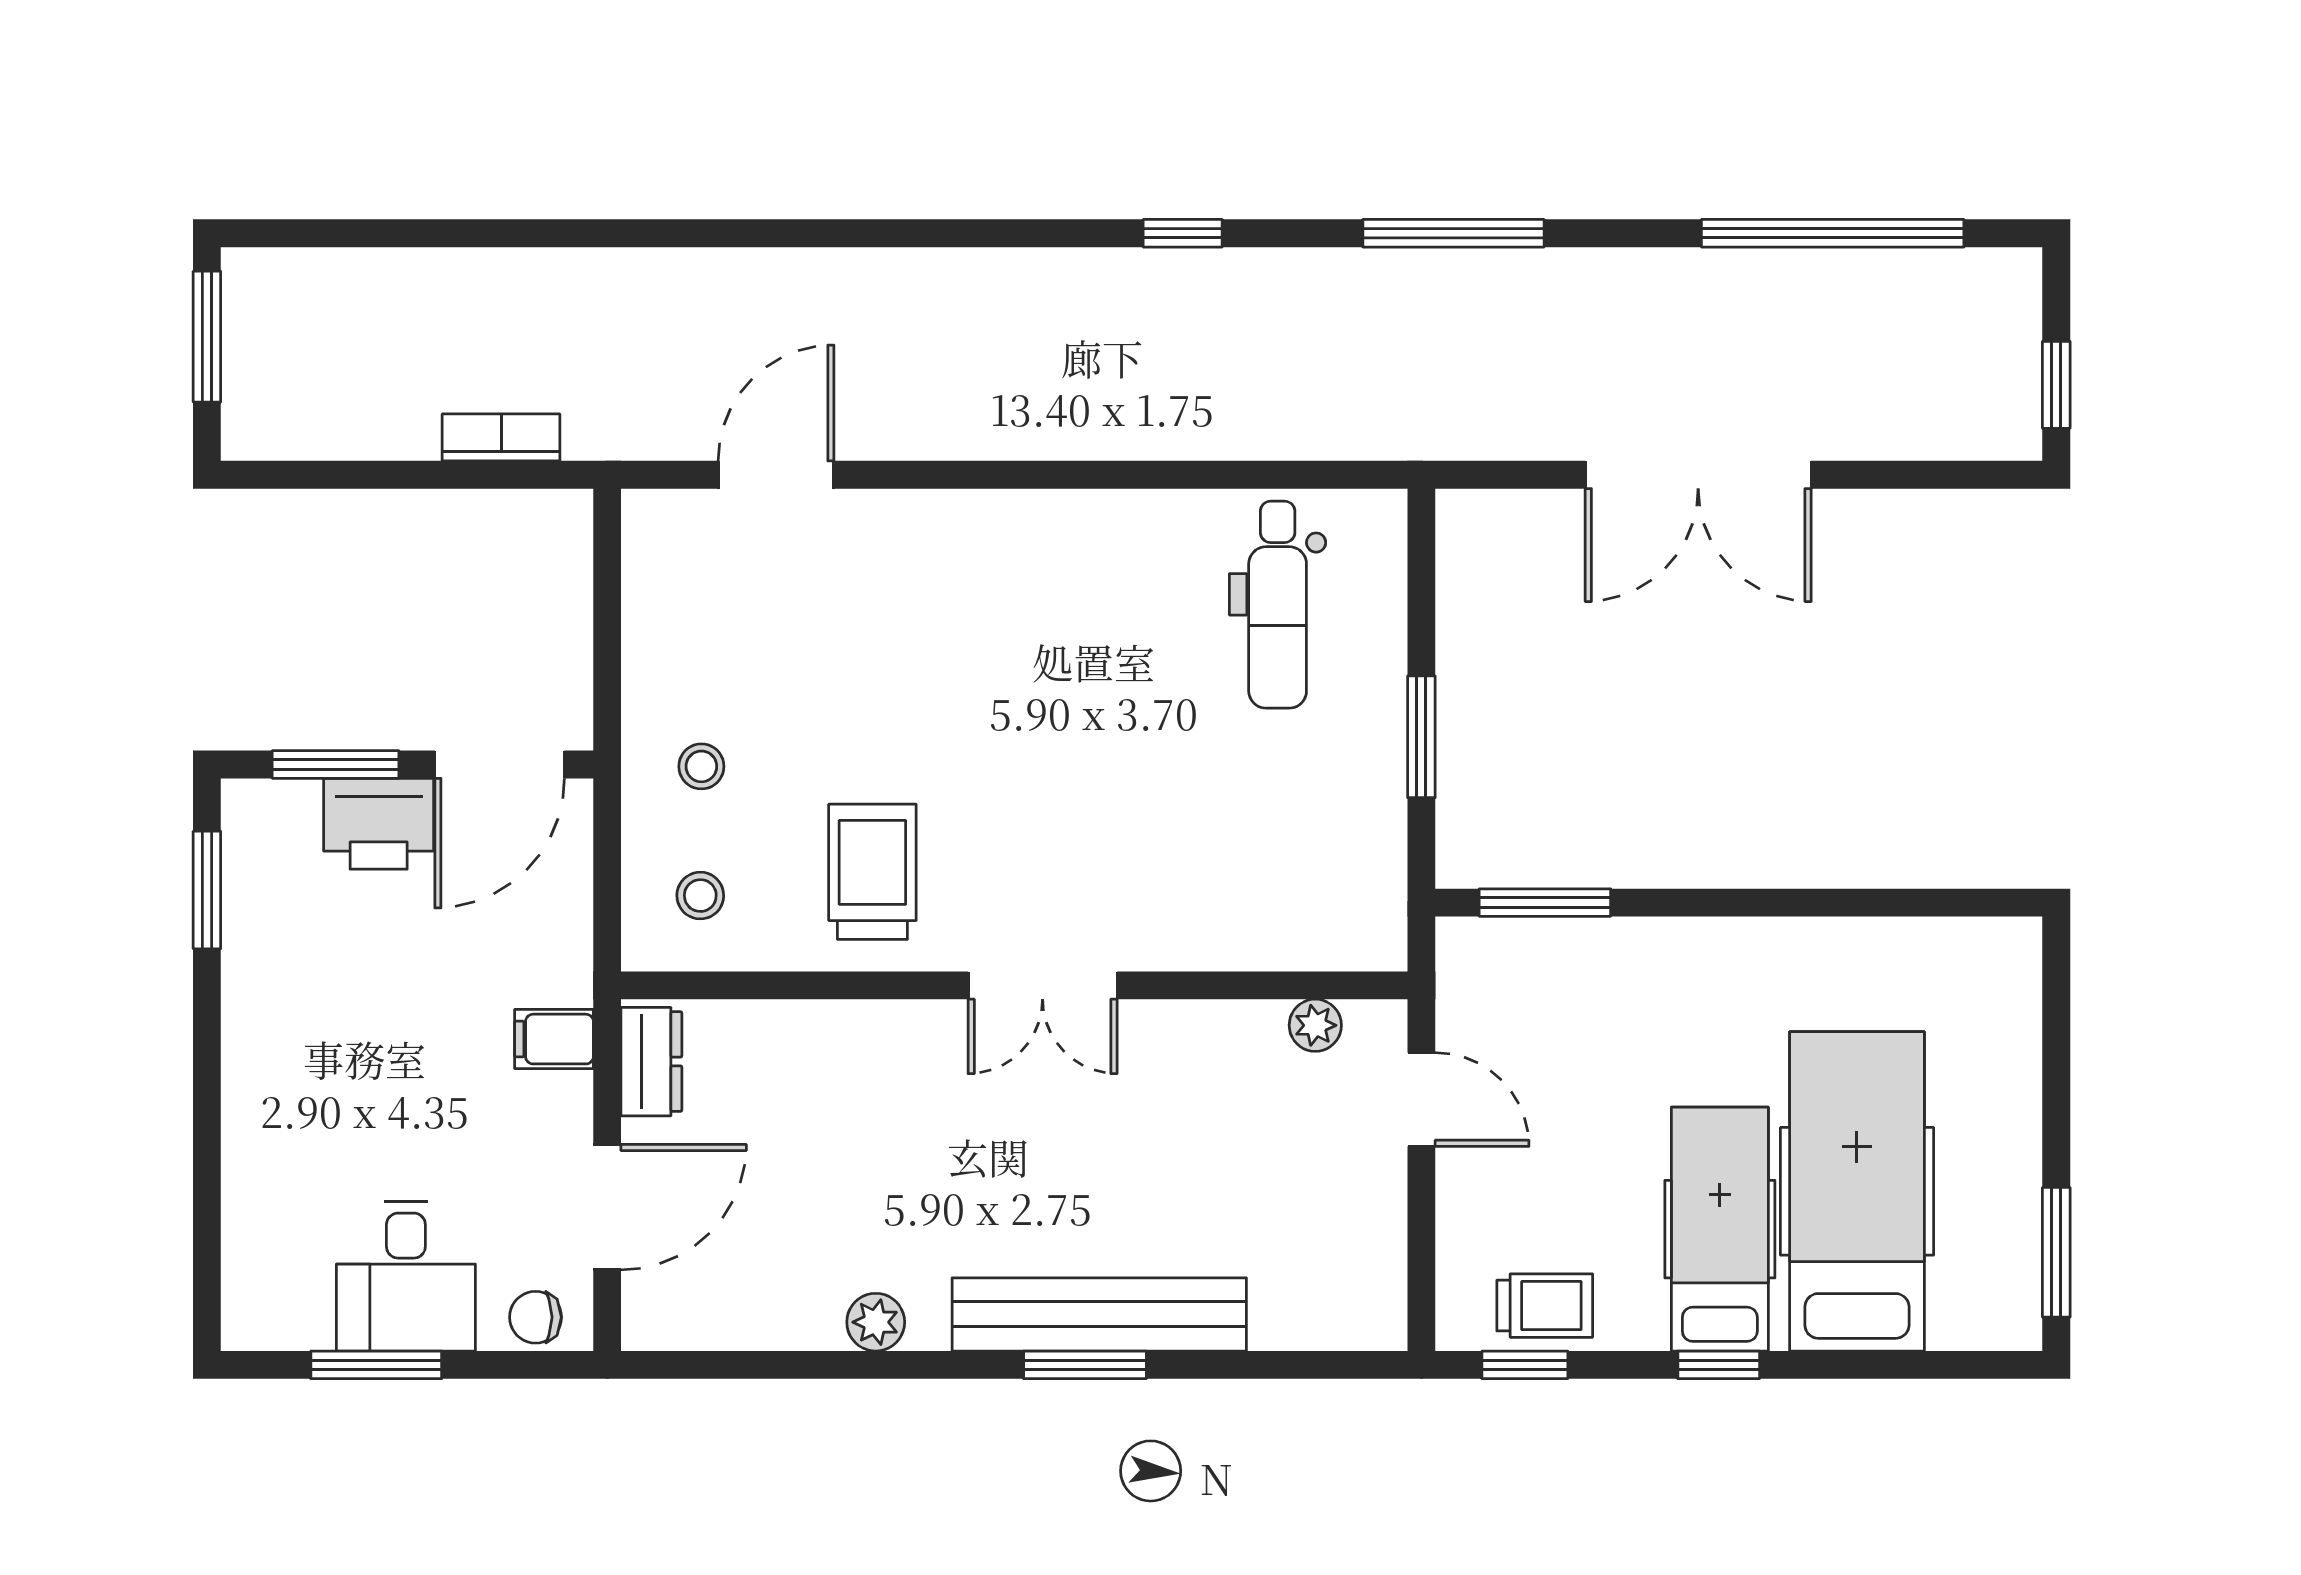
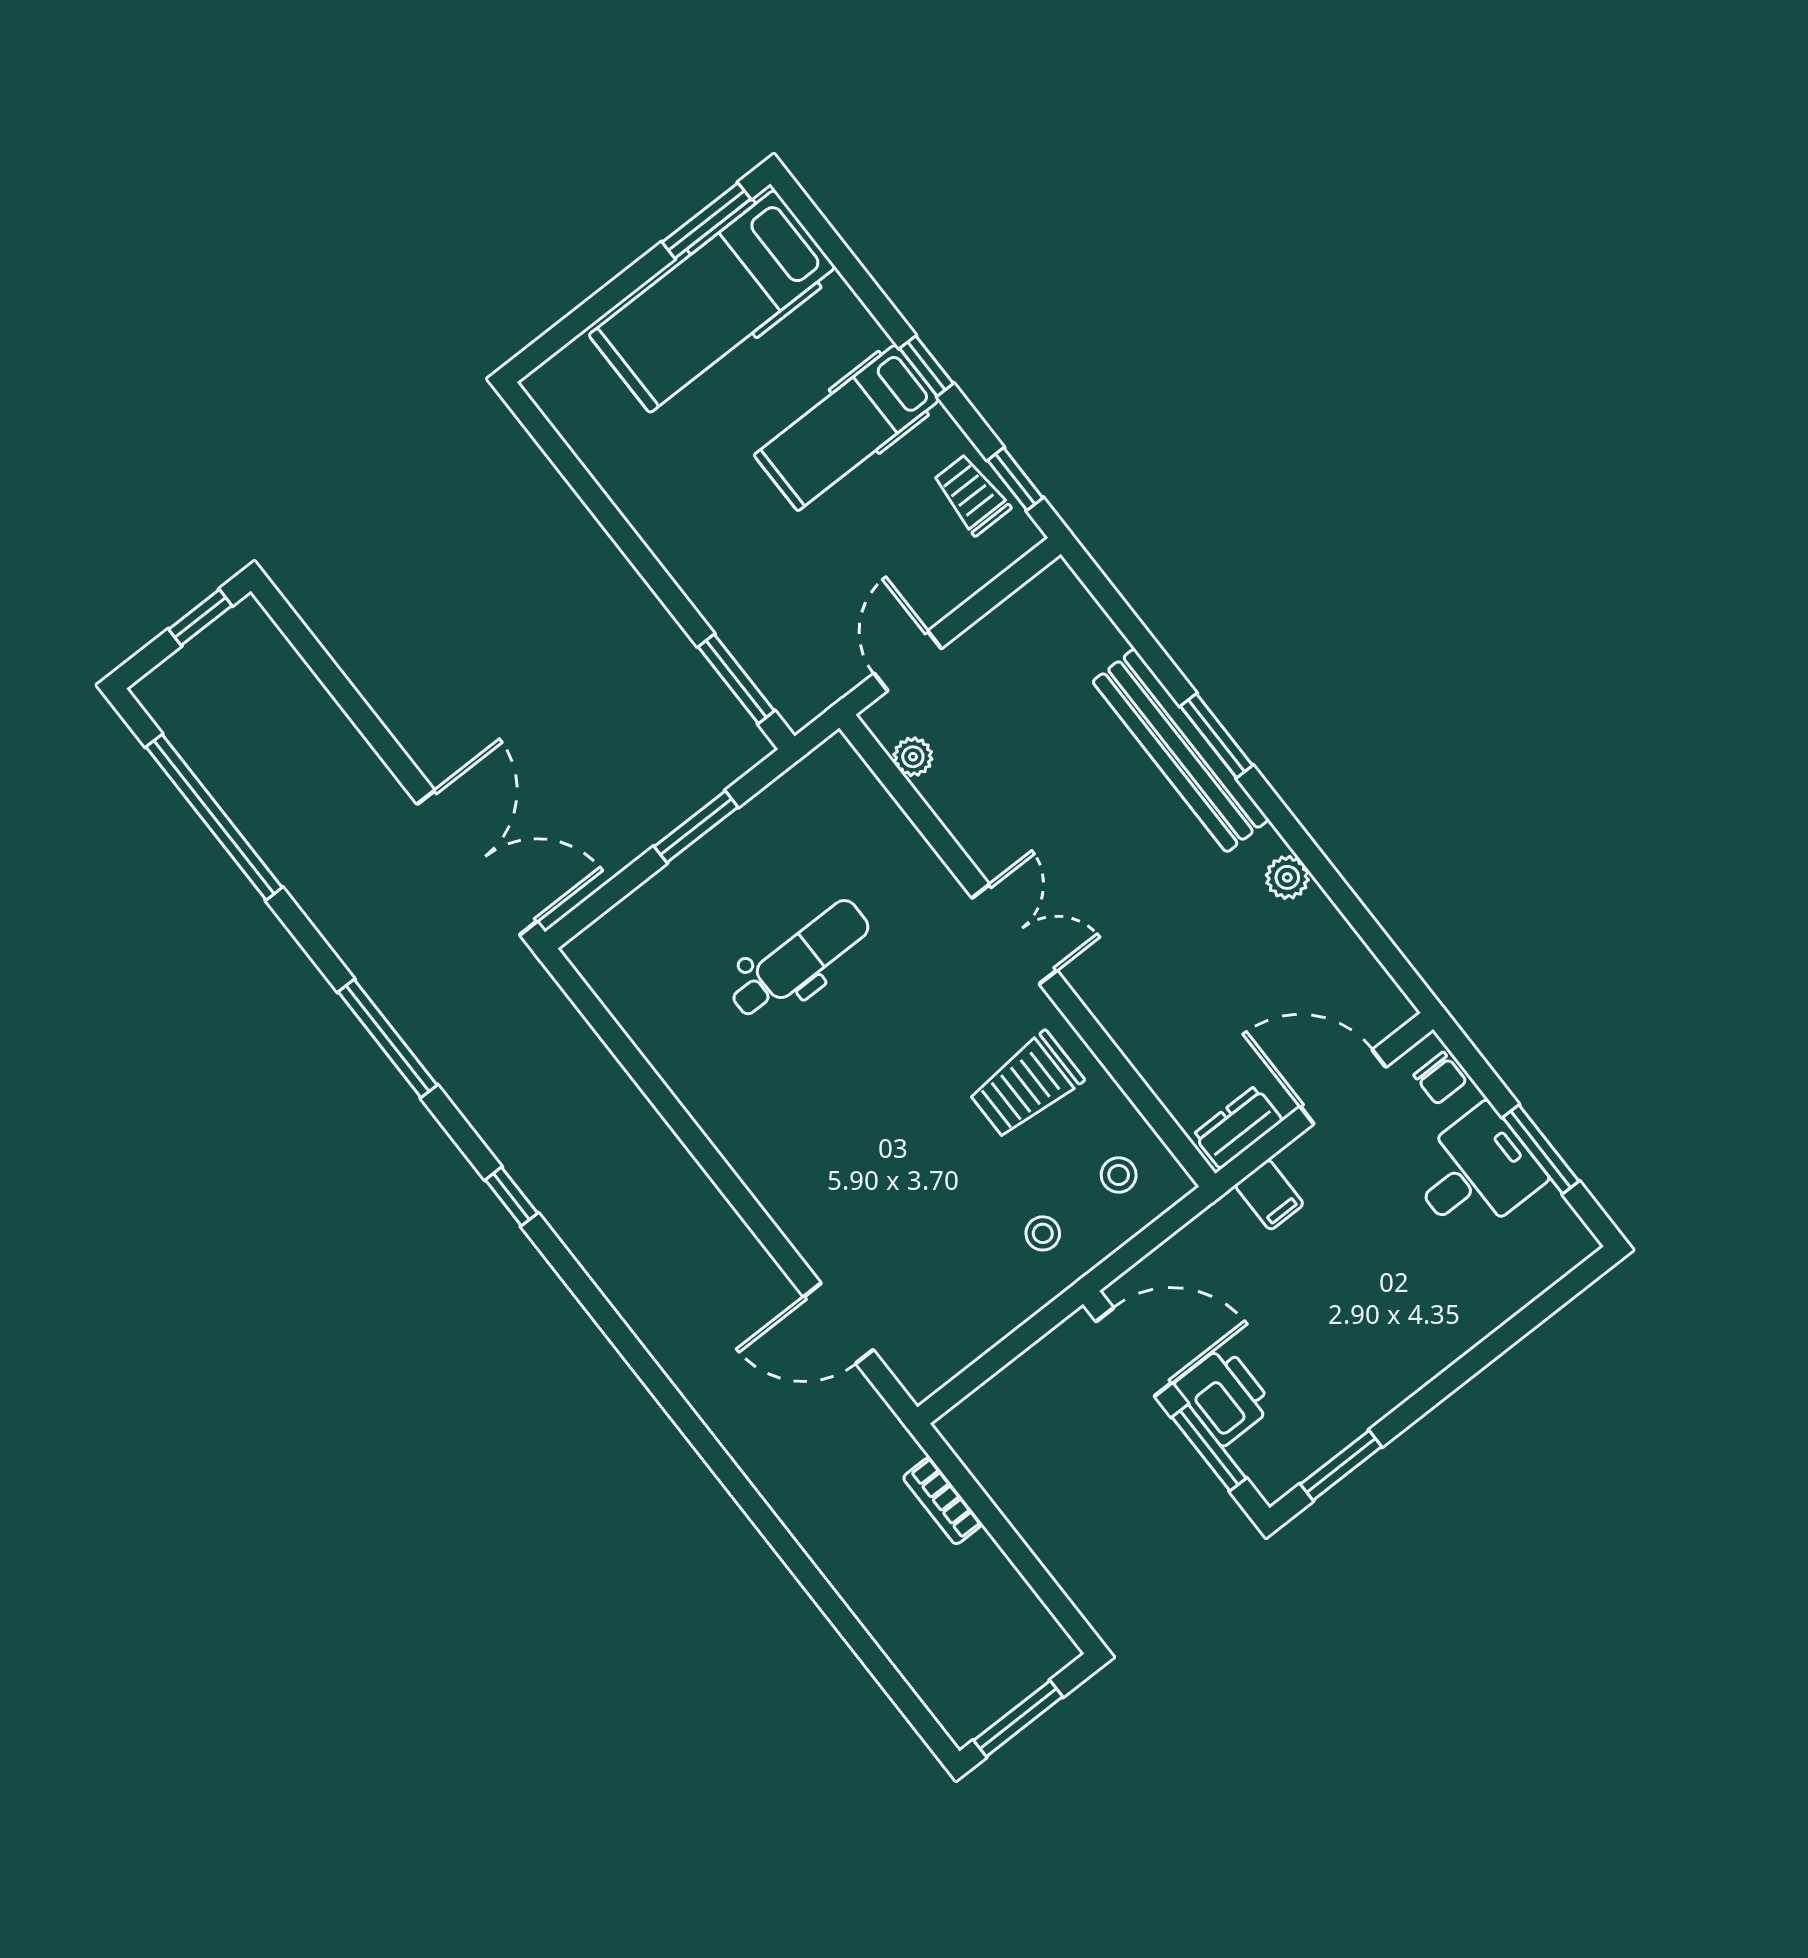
double door: (1698, 475) -> (477, 863), moved
dental chair: (1278, 605) -> (799, 959), moved
hospital bed: (1857, 1191) -> (712, 301), moved

